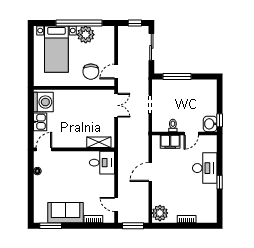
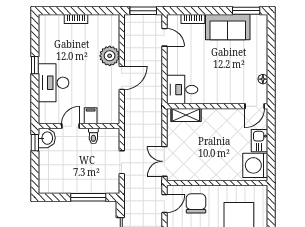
filing cabinet: (170, 142) -> (91, 116), width x0.50
plant: (160, 213) -> (110, 56), moved

